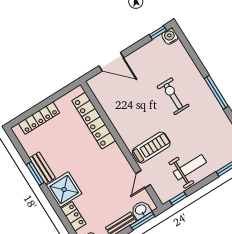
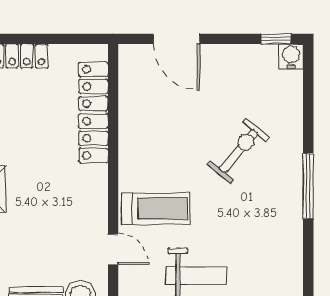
exercise bike: (173, 96) -> (239, 151), turned 40
door: (143, 179) -> (113, 249), swing flipped

